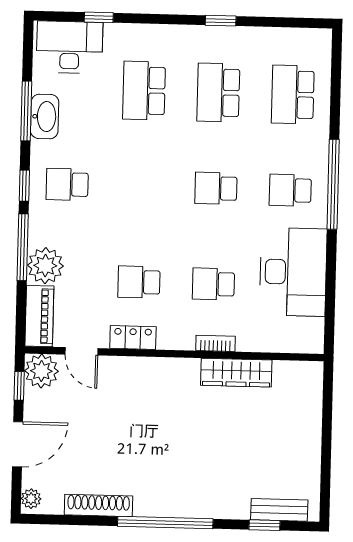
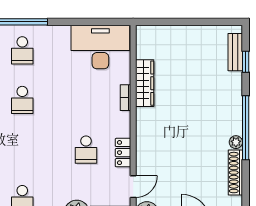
desk: (293, 272) -> (100, 47), moved
school desk: (213, 284) -> (86, 100), removed
plant: (144, 507) -> (236, 142), added

